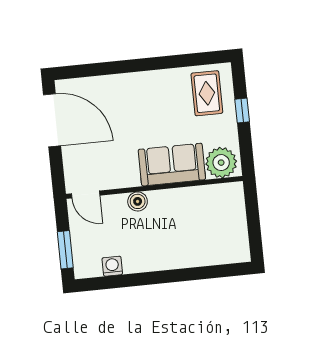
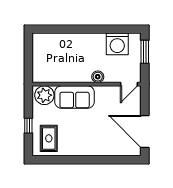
door: (86, 194) -> (129, 84), swing flipped
washing machine: (112, 266) -> (117, 44), width x1.89, depth x1.89

